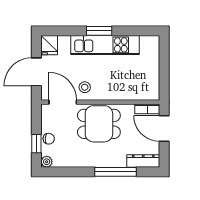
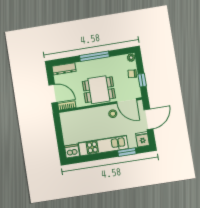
window: (99, 31) -> (127, 152), moved
dishwasher: (150, 44) -> (72, 151), added
window: (36, 144) -> (142, 80), moved
window: (116, 172) -> (94, 56), moved

